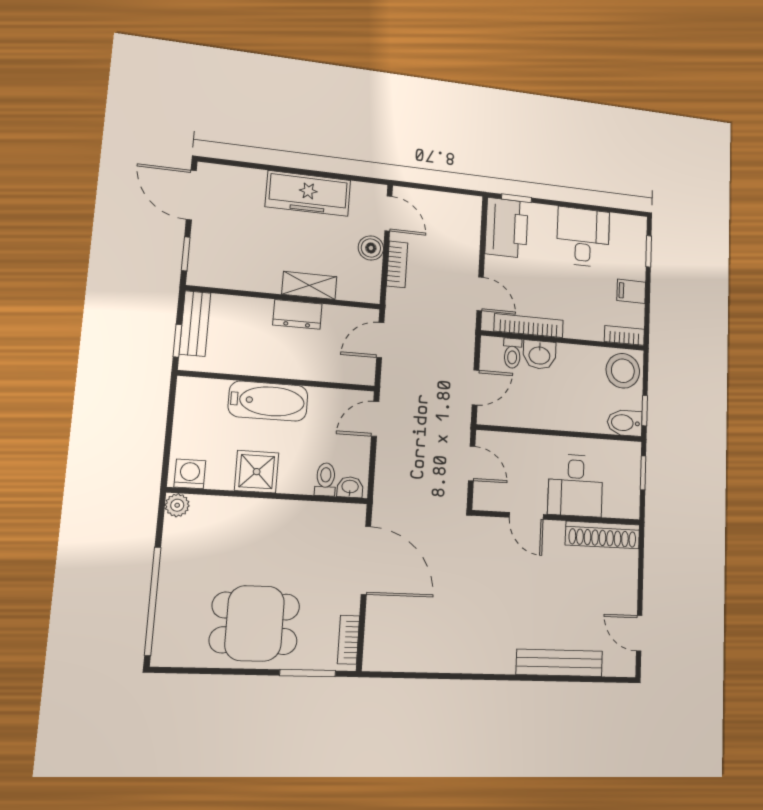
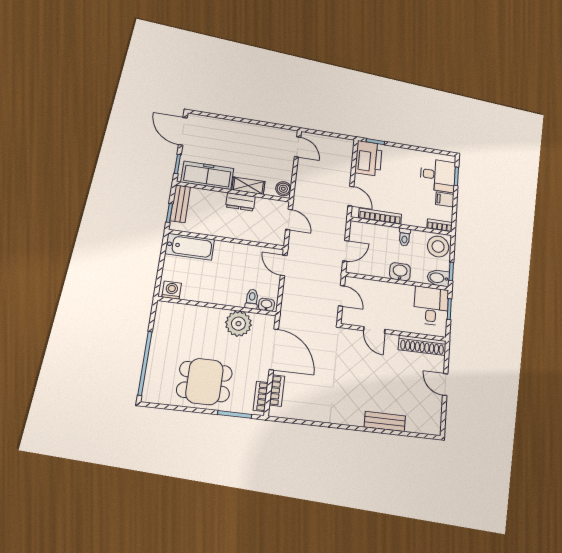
freezer: (308, 193) -> (207, 175), moved, turned 180
desk: (583, 237) -> (438, 175), moved, turned 90
boiler: (371, 248) -> (283, 189), moved
bookcase: (397, 264) -> (277, 391), moved
door: (380, 340) -> (289, 220), swing flipped
toilet: (512, 353) -> (405, 237), moved
washbasin: (539, 355) -> (400, 272), moved, turned 180
bathtub: (268, 401) -> (190, 247), moved
door: (375, 419) -> (284, 265), hinge flipped
shower: (257, 472) -> (211, 292), removed
desk: (575, 485) -> (431, 306), moved, turned 180
plant: (177, 505) -> (238, 324), moved, width x1.88, depth x1.88
door: (639, 633) -> (445, 385), moved
bench: (559, 663) -> (385, 421), width x0.73

